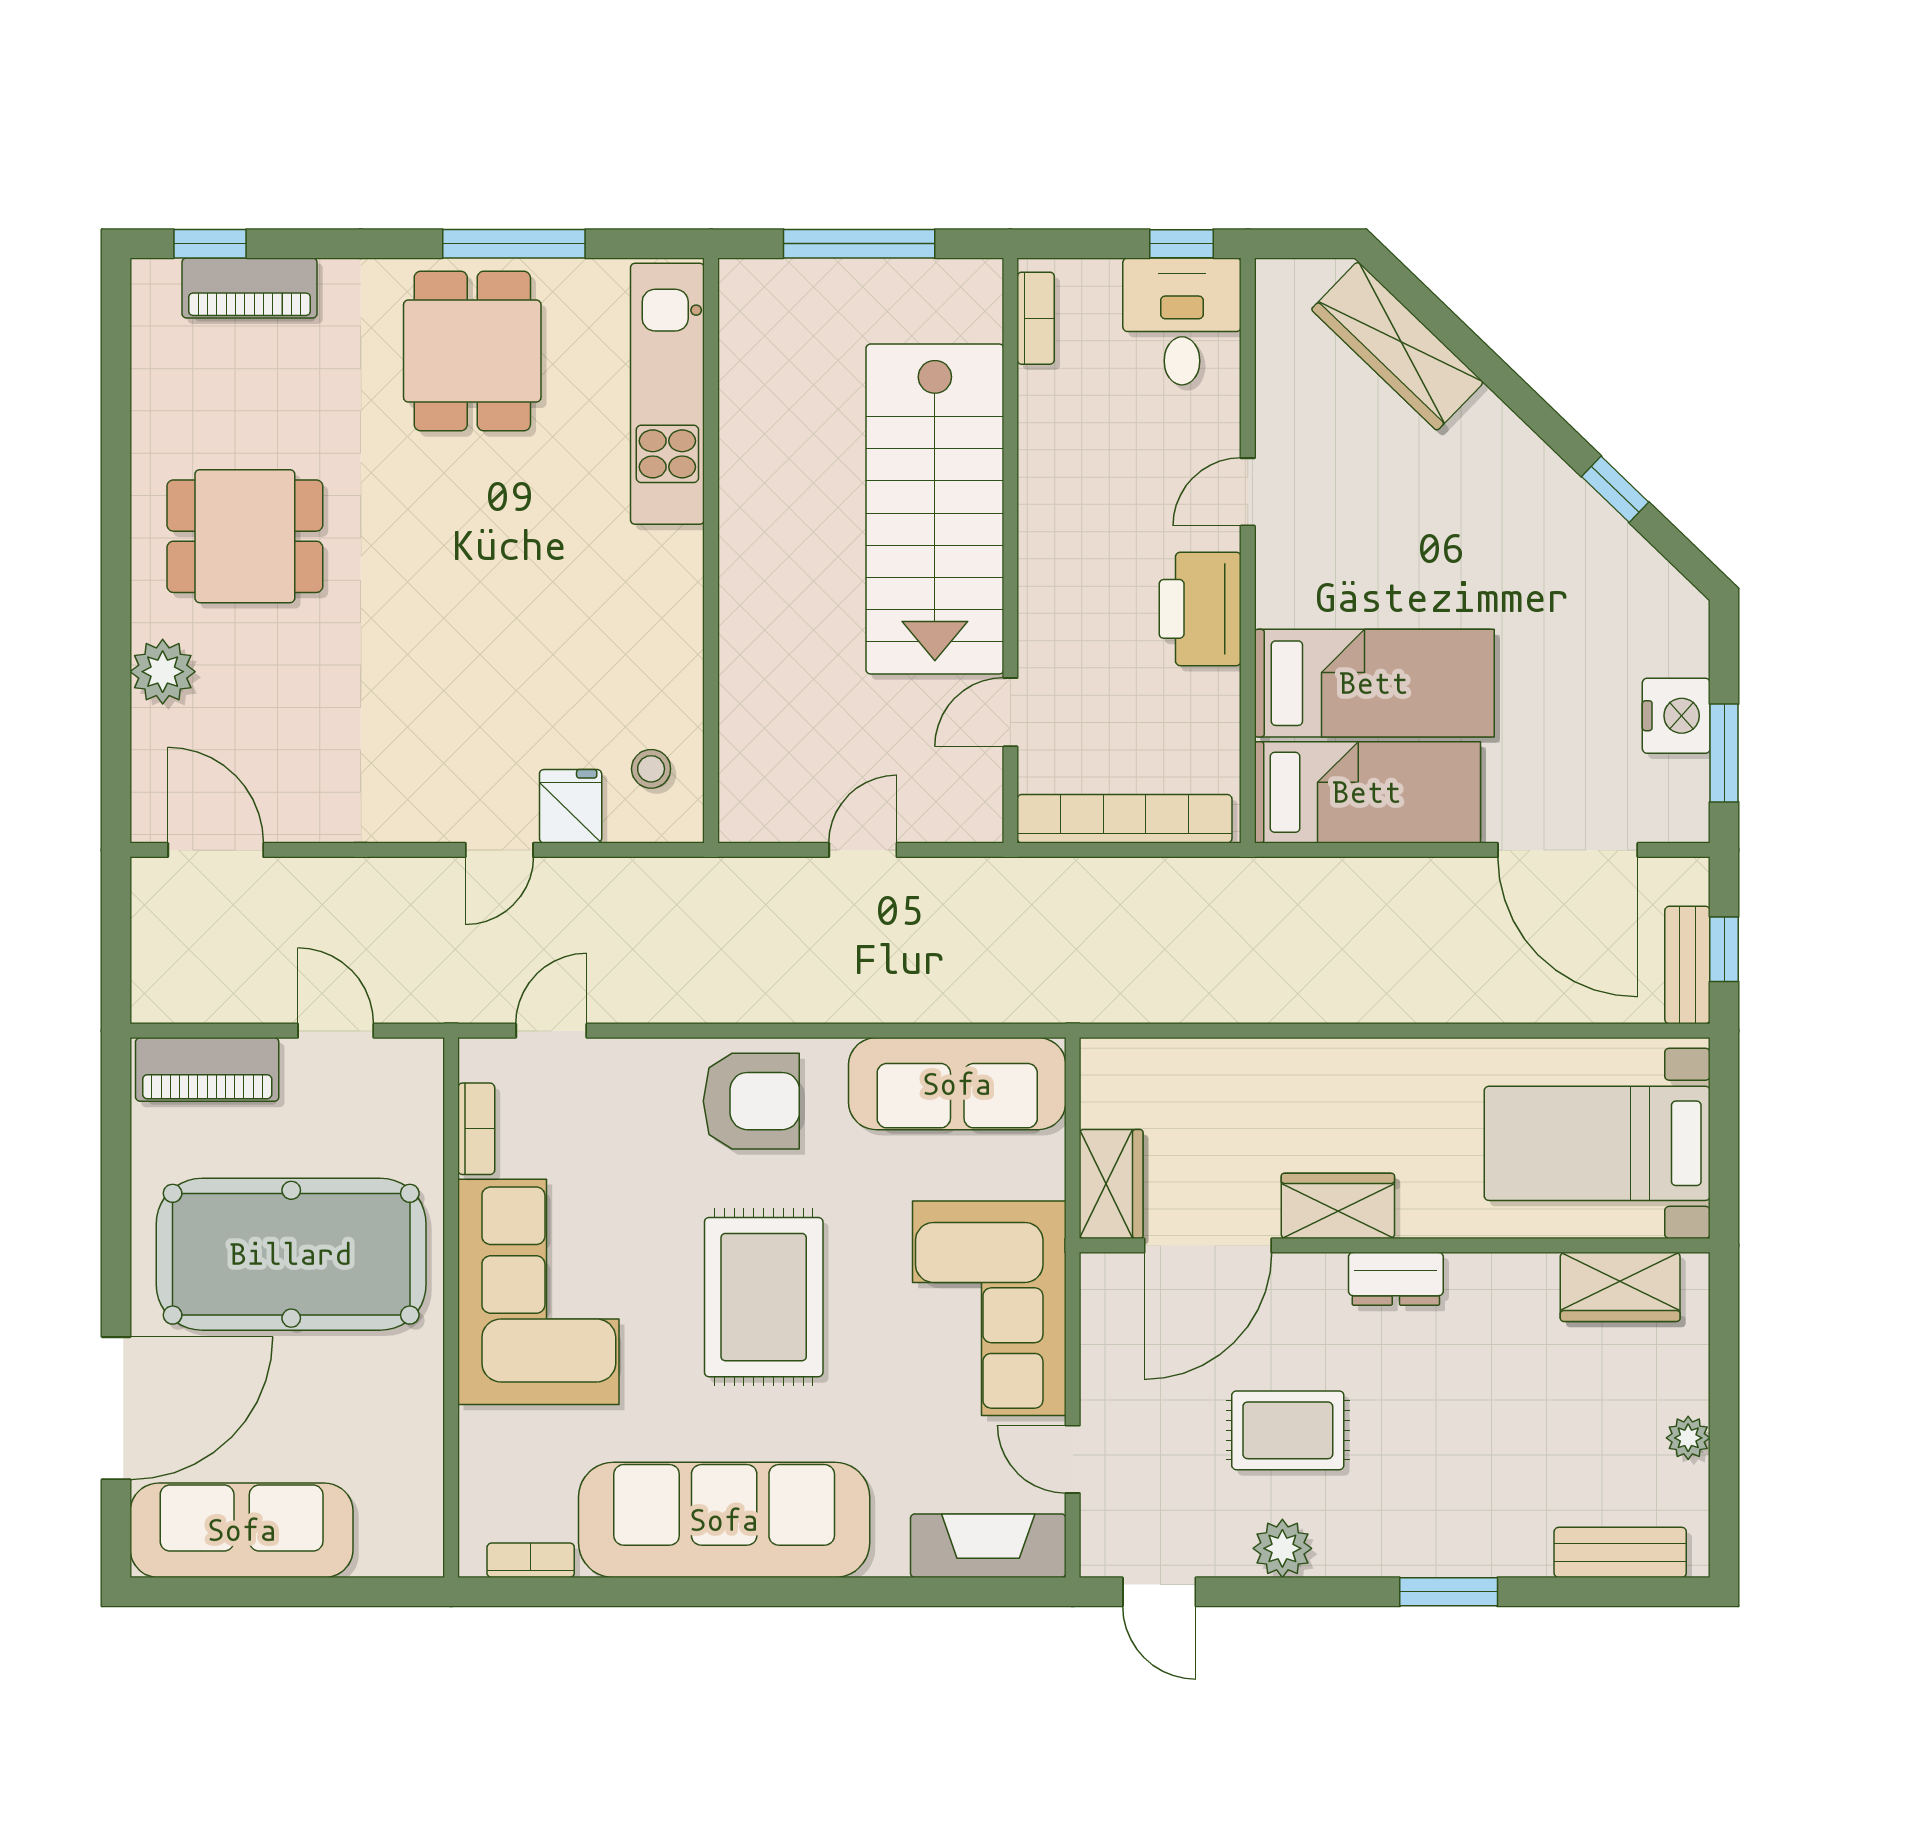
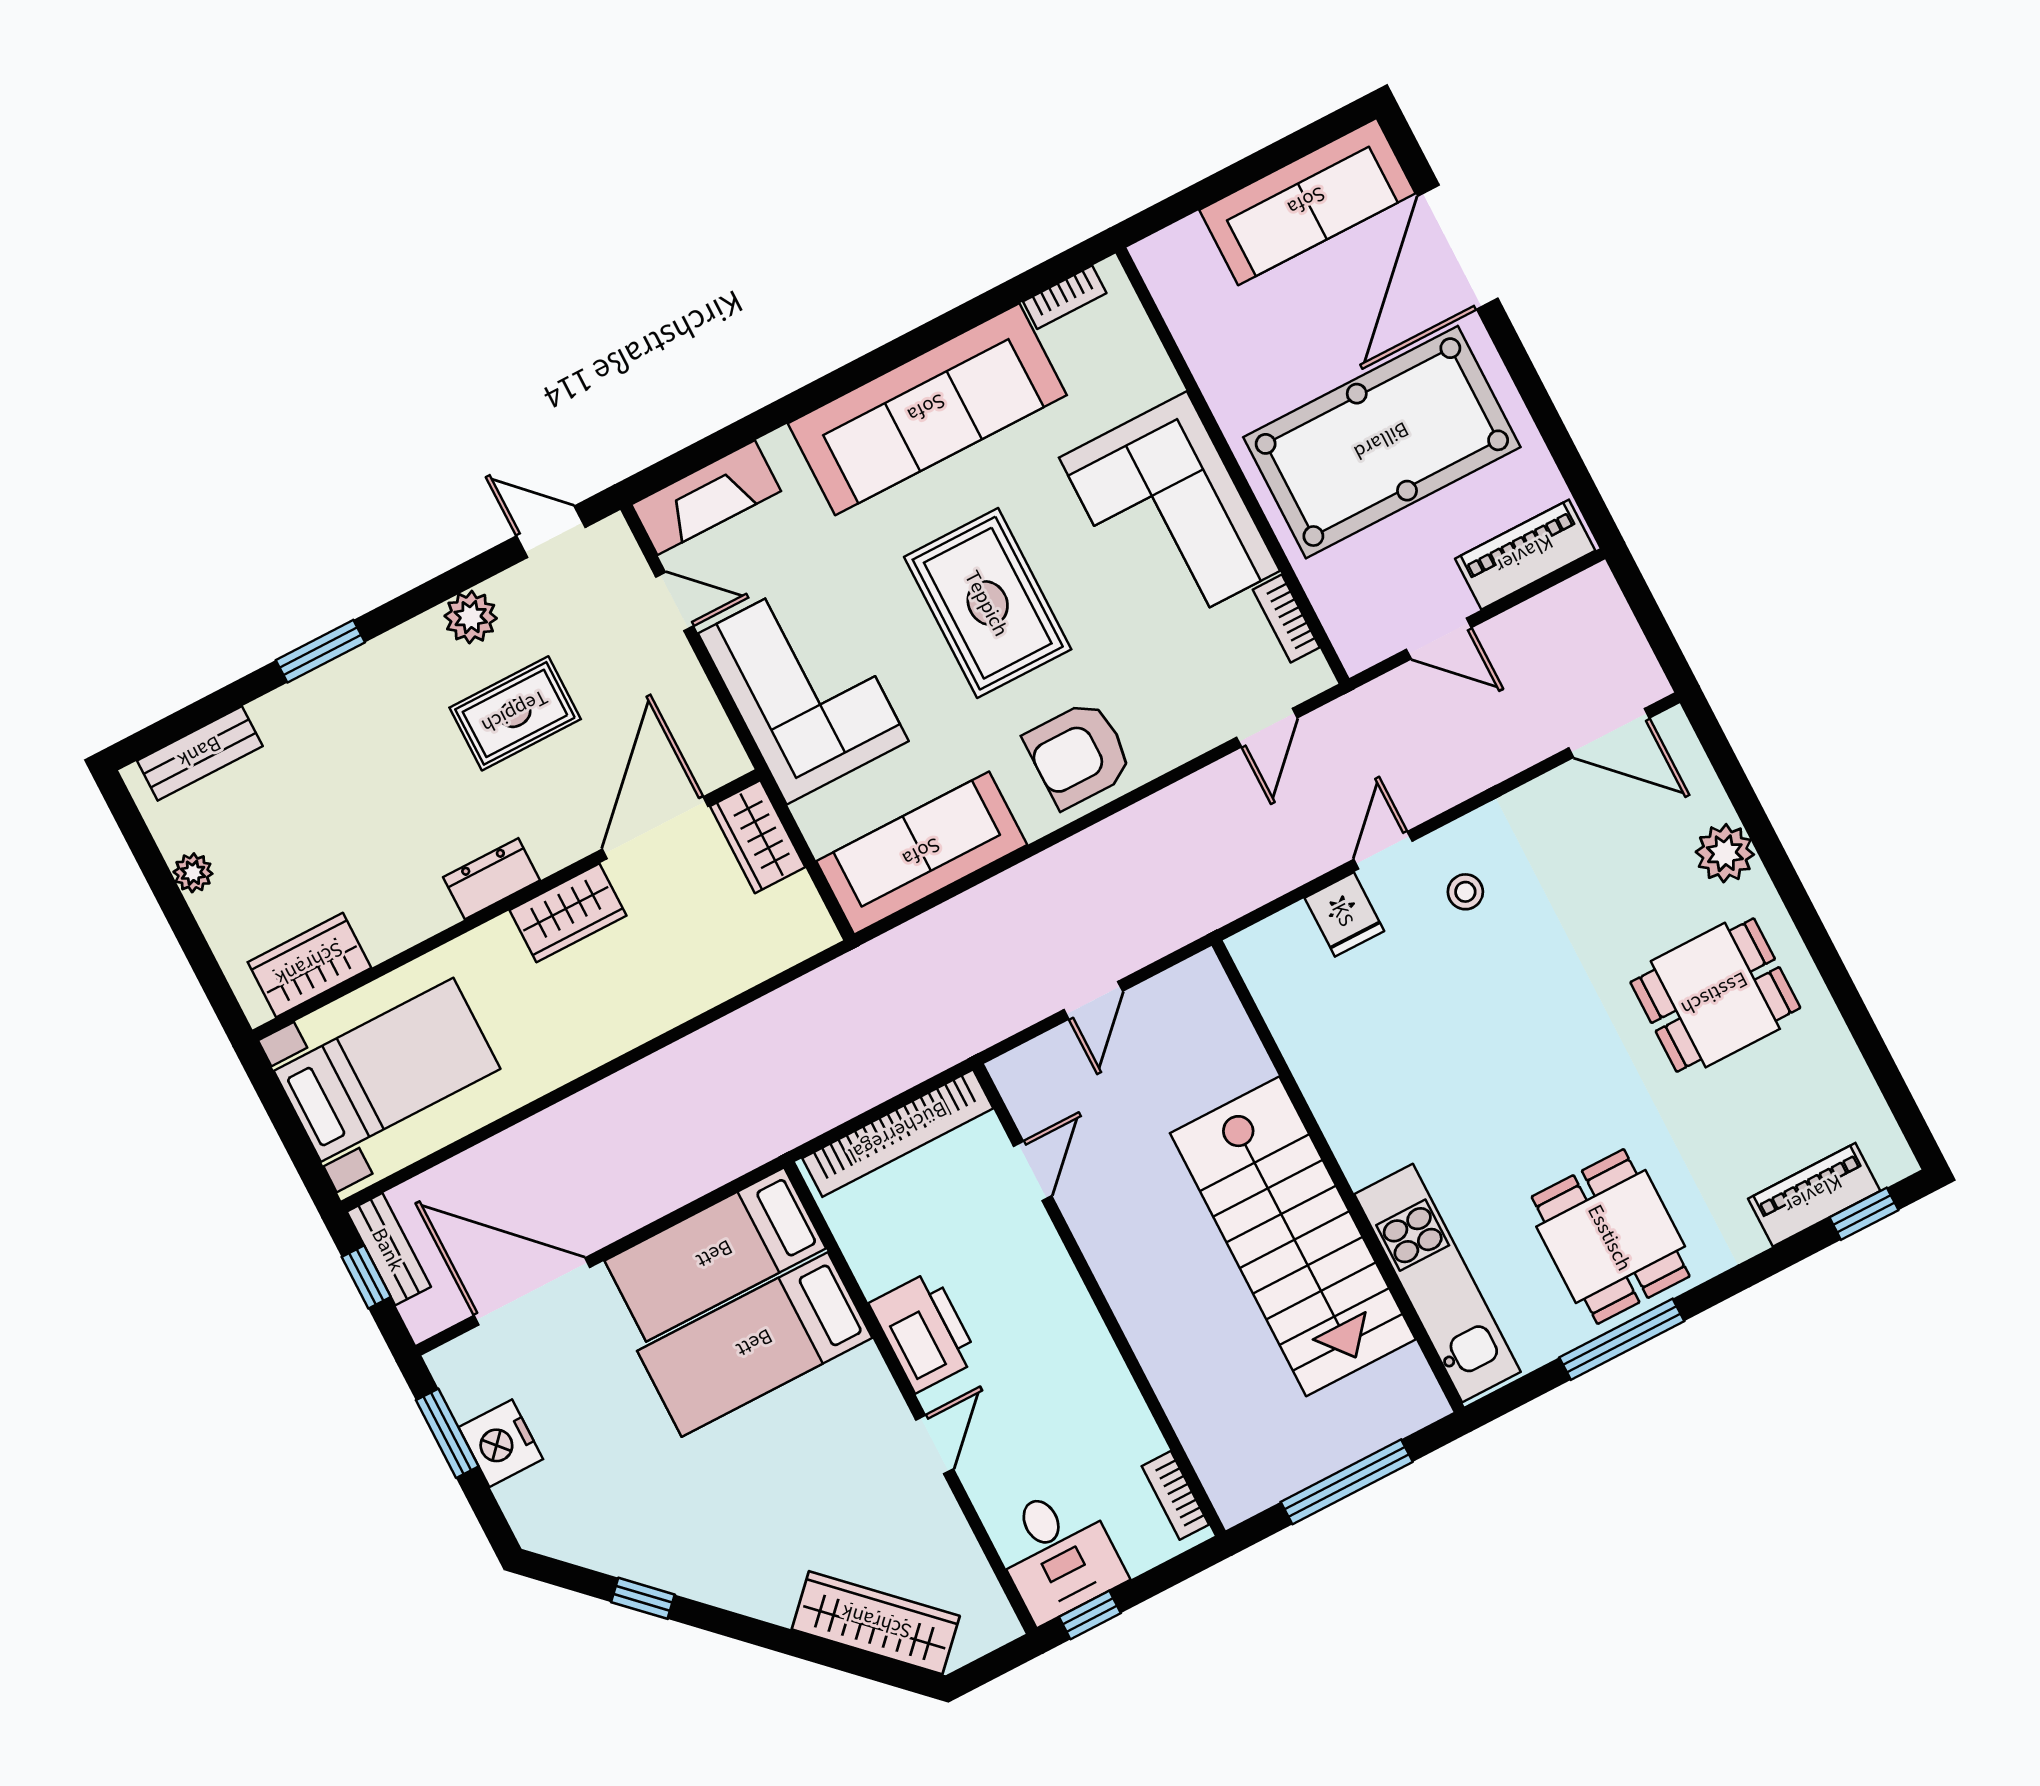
stairs: (935, 509) -> (1293, 1236), moved, turned 180
stool: (651, 769) -> (1465, 892), moved

